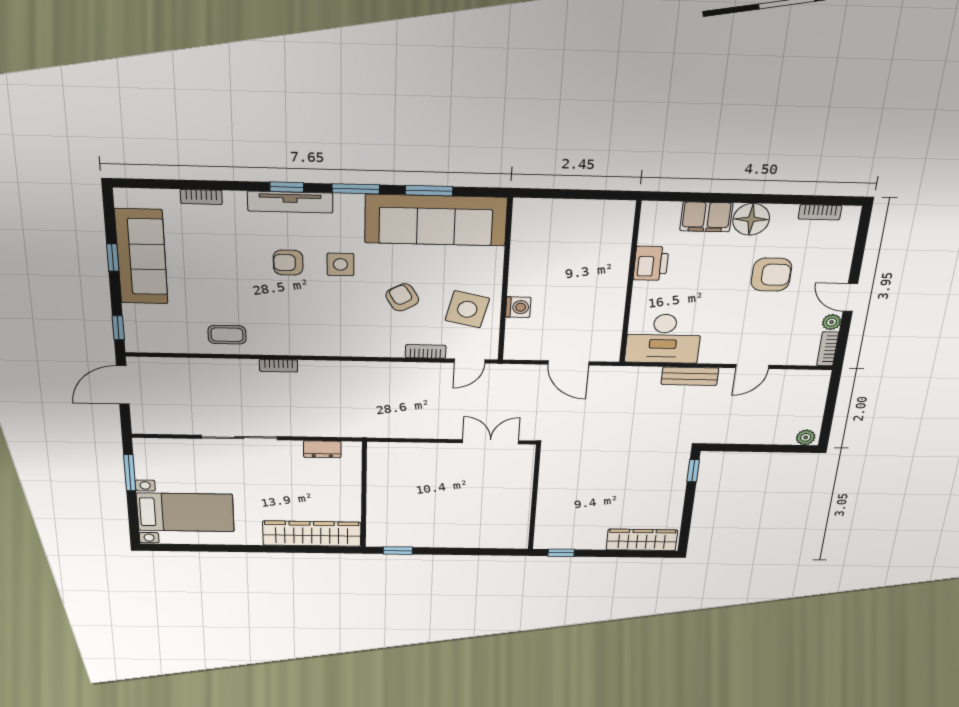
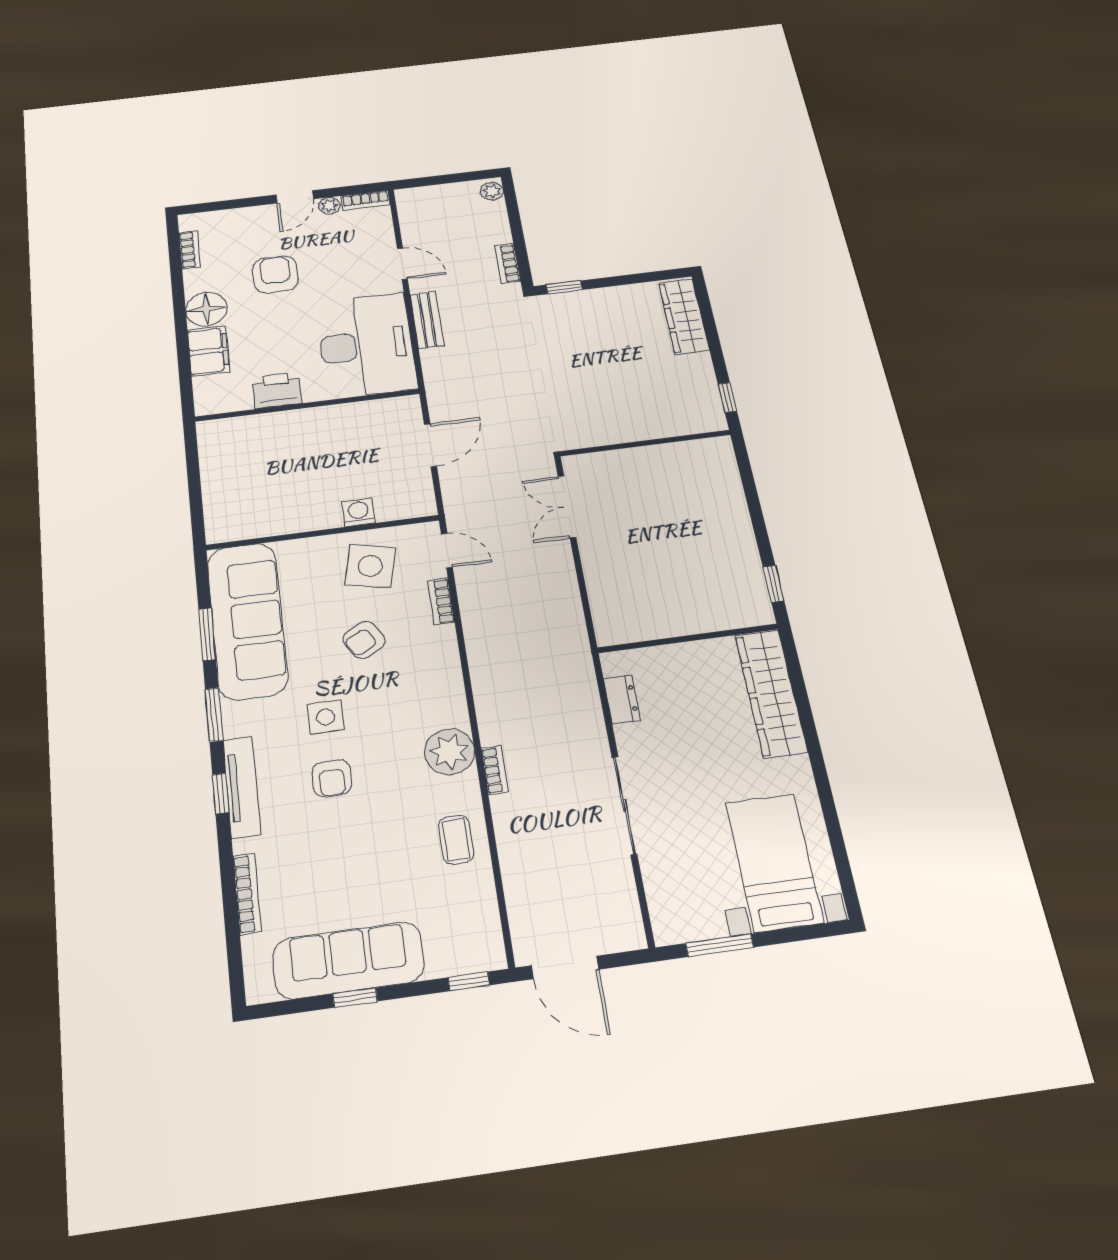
bookcase: (201, 197) -> (247, 894), width x1.56
desk: (663, 339) -> (367, 345), width x1.36, depth x1.30
plant: (298, 340) -> (450, 752), added
bookcase: (728, 437) -> (508, 264), added

